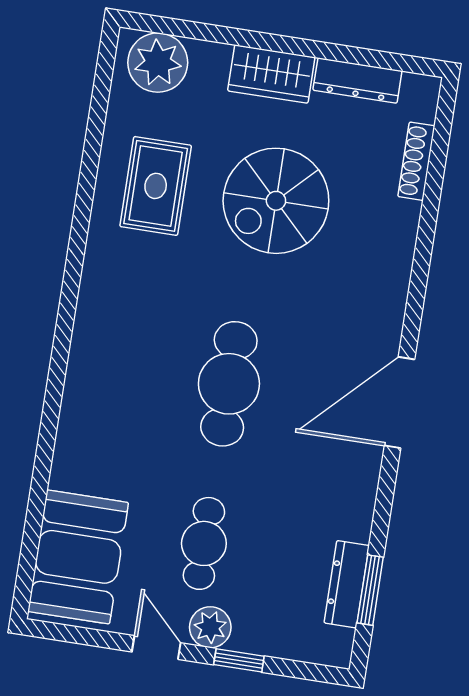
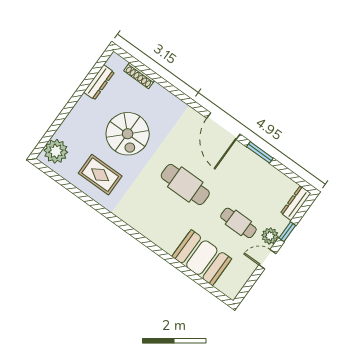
wardrobe: (271, 74) -> (81, 112), removed
booth: (78, 557) -> (202, 258), moved
dresser: (347, 584) -> (296, 203), moved, turned 90
window: (370, 590) -> (260, 152), moved

